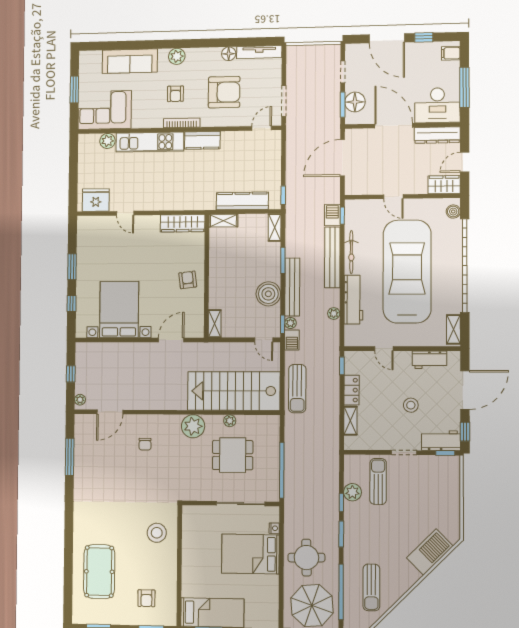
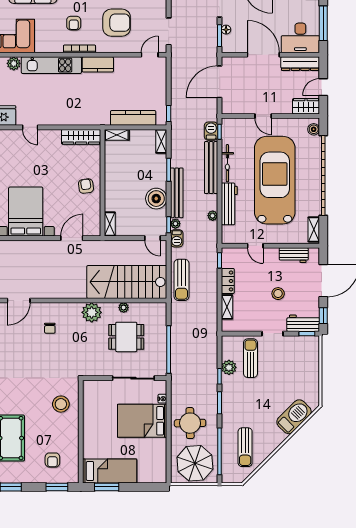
floor lamp: (355, 102) -> (226, 30), width x0.53, depth x0.53

